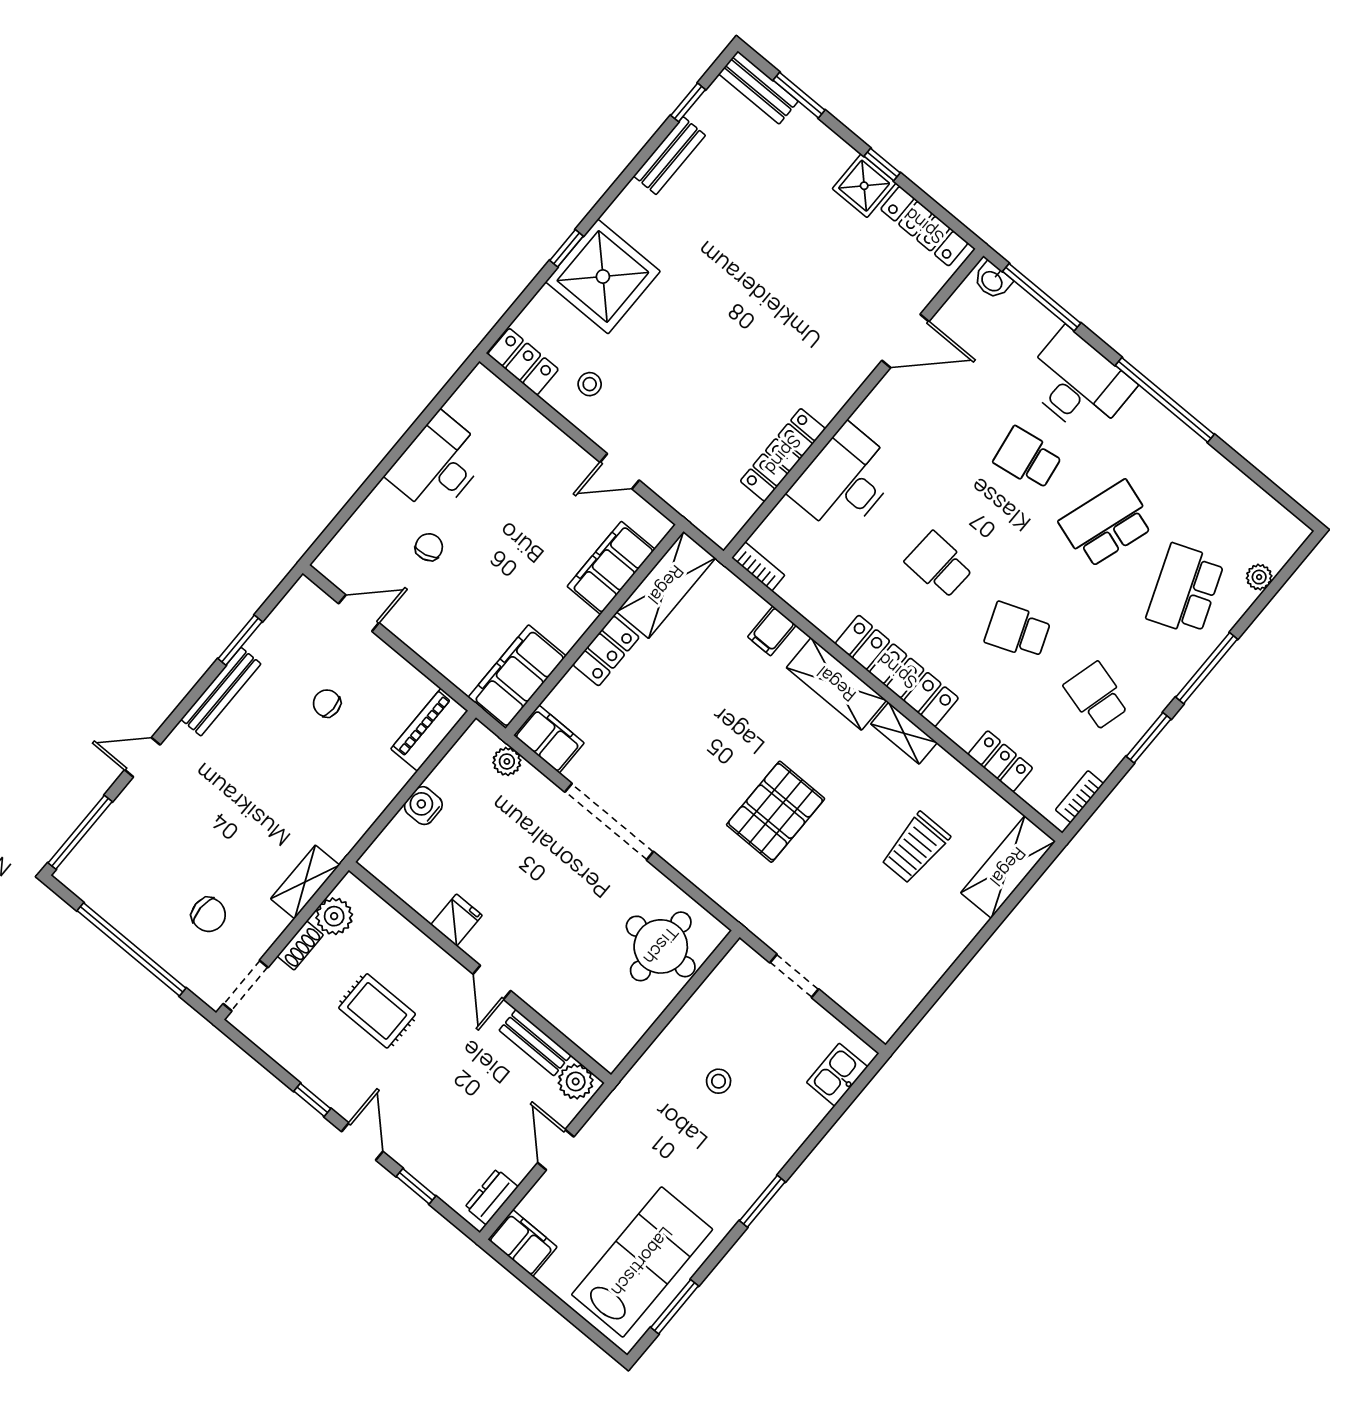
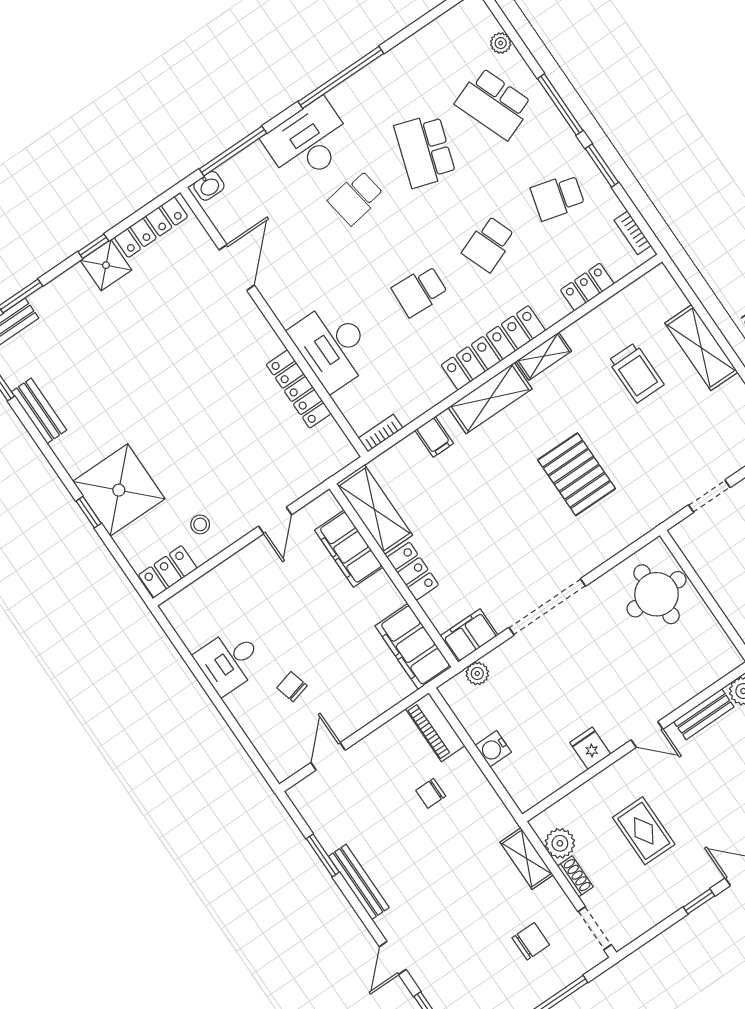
desk: (438, 465) -> (229, 661), width x0.73
chair: (327, 703) -> (431, 793), moved
shelving: (1008, 867) -> (701, 348), moved
rug: (377, 1011) -> (644, 831), turned 90

